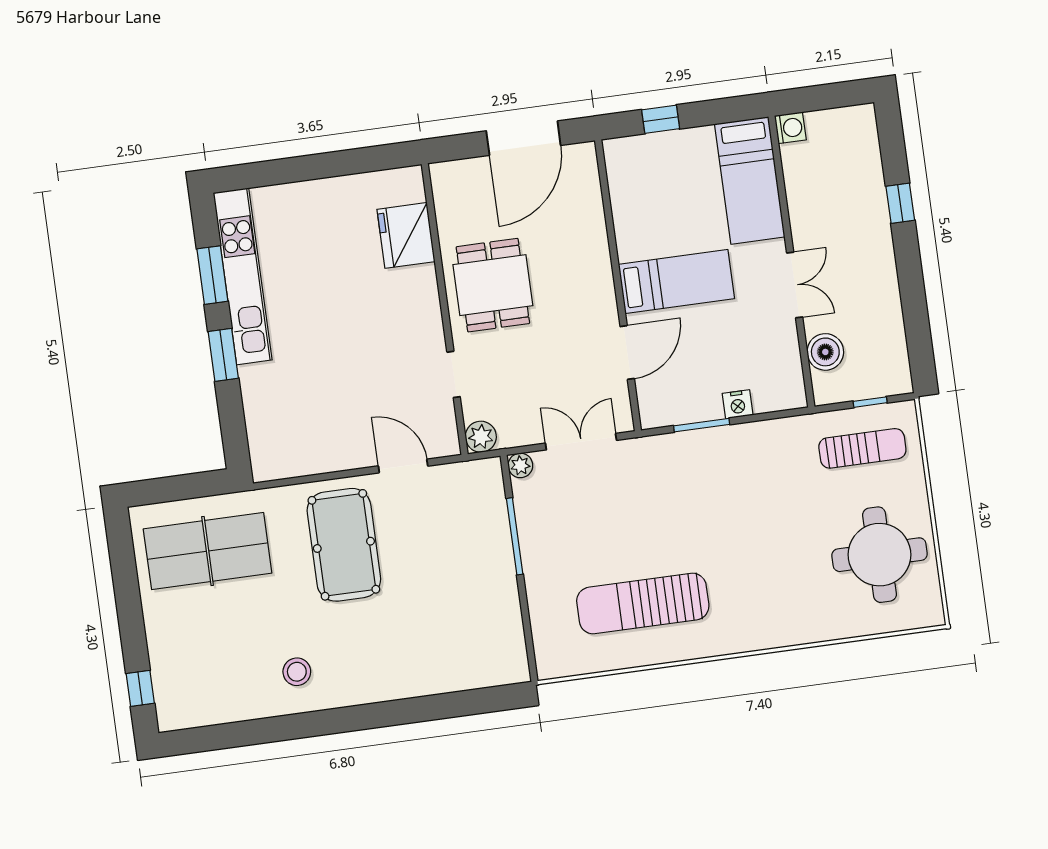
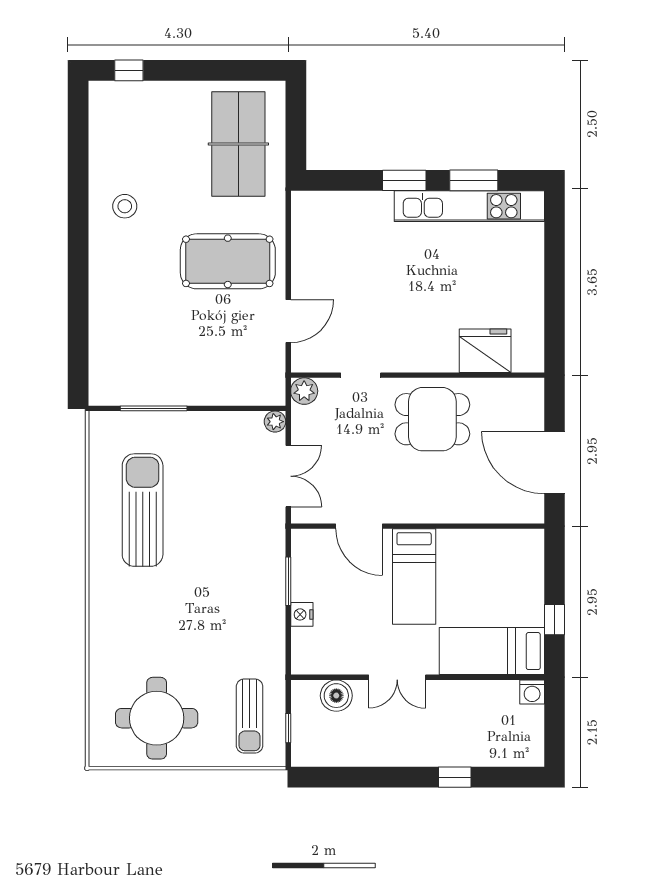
window: (661, 119) -> (555, 620), moved
window: (515, 536) -> (154, 408), moved

